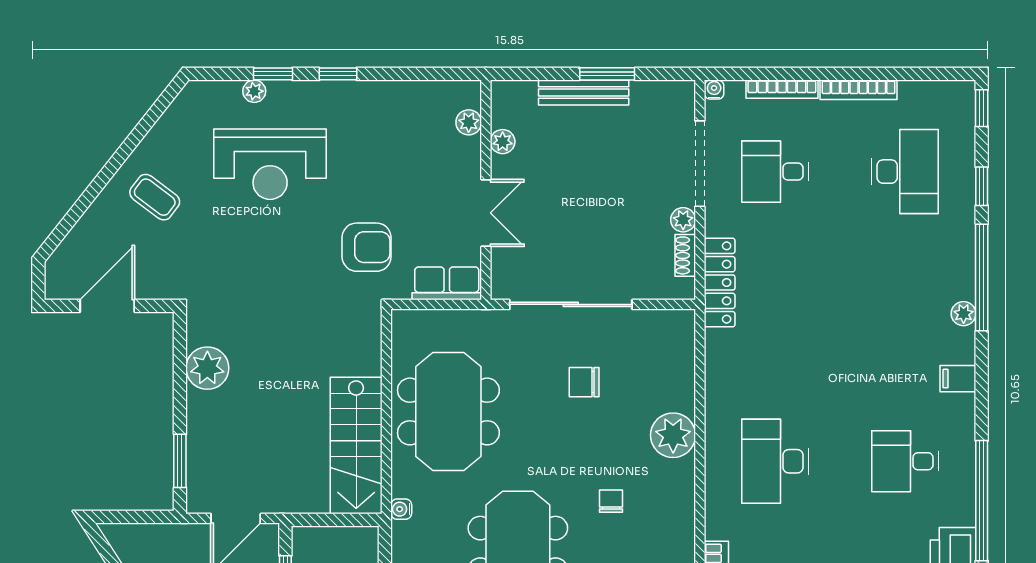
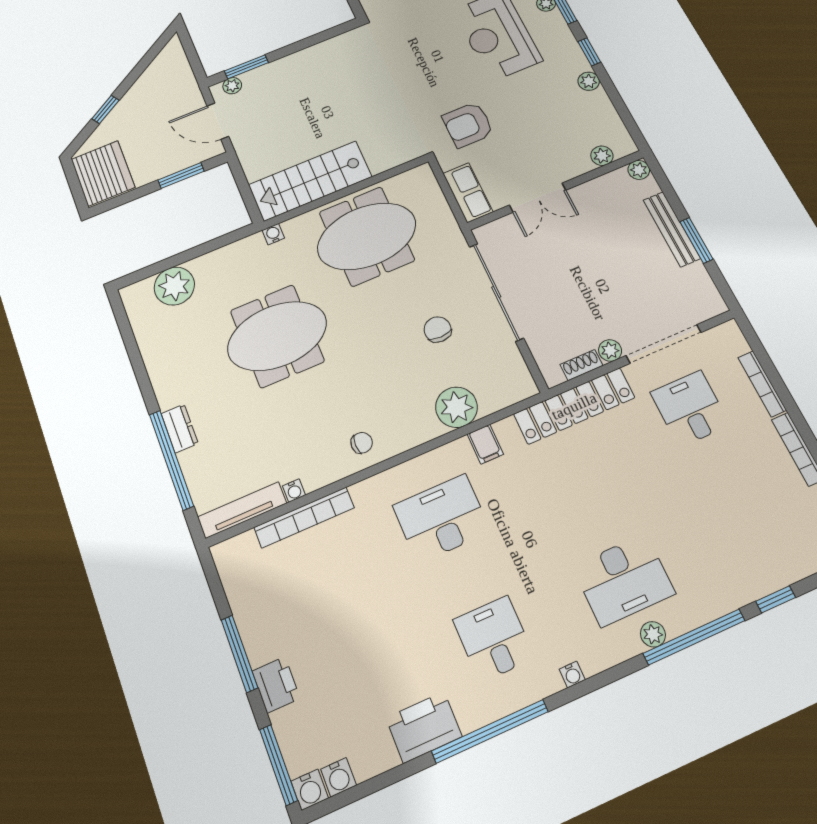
water cooler: (714, 90) -> (572, 674), moved, turned 90
plant: (374, 92) -> (589, 81), added
plant: (503, 142) -> (639, 170), moved
desk: (905, 172) -> (624, 580), moved
armchair: (367, 247) -> (468, 125), turned 90
locker: (720, 283) -> (574, 406), width x1.41, depth x1.21
plant: (207, 368) -> (232, 86), moved, width x0.53, depth x0.53
filing cabinet: (958, 379) -> (485, 444), moved, turned 180
plant: (673, 435) -> (456, 407), moved
chair: (611, 501) -> (362, 443), moved

